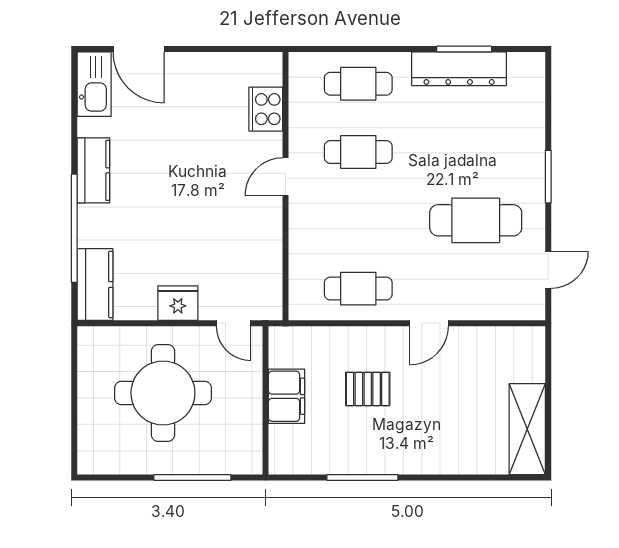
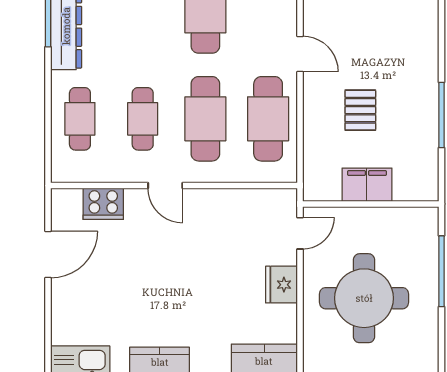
door: (139, 49) -> (48, 255), moved
cafe table: (358, 220) -> (205, 119), added
cafe table: (358, 289) -> (268, 119), width x1.37, depth x1.35

